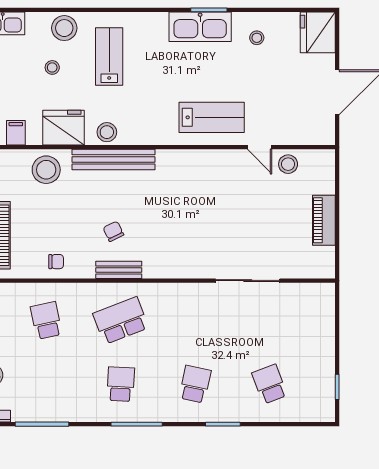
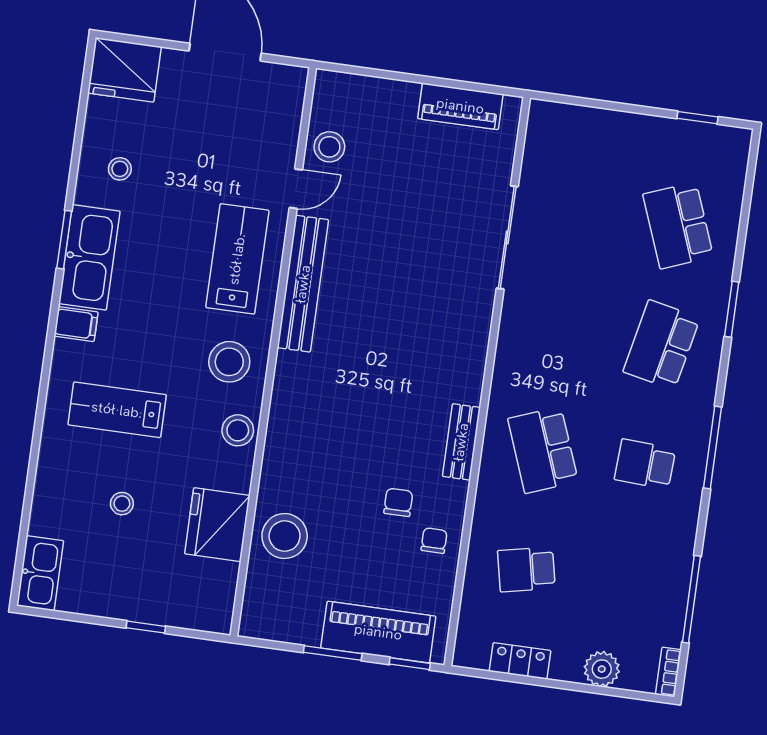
stool: (64, 28) -> (229, 362), moved
fridge: (63, 128) -> (217, 525), moved
filing cabinet: (16, 133) -> (76, 324), moved, turned 180
bench: (114, 159) -> (303, 284), moved
piano: (324, 220) -> (460, 106), moved
chair: (113, 231) -> (398, 502), moved, turned 116
school desk: (195, 384) -> (662, 345), width x1.85
school desk: (270, 384) -> (678, 225), width x1.85

